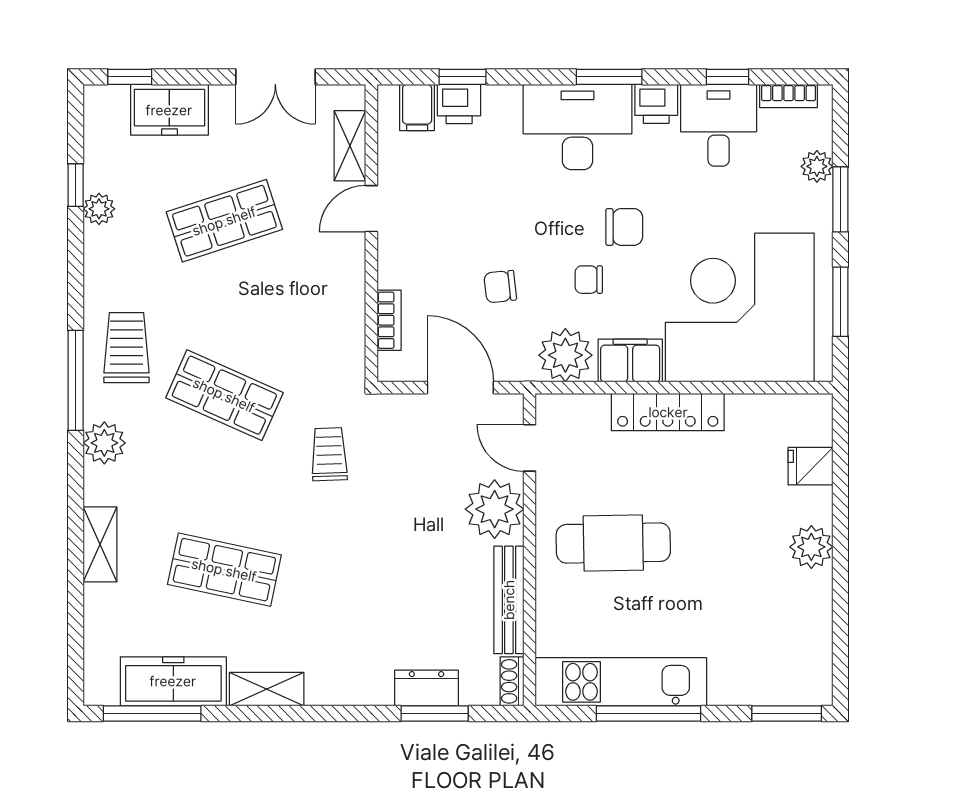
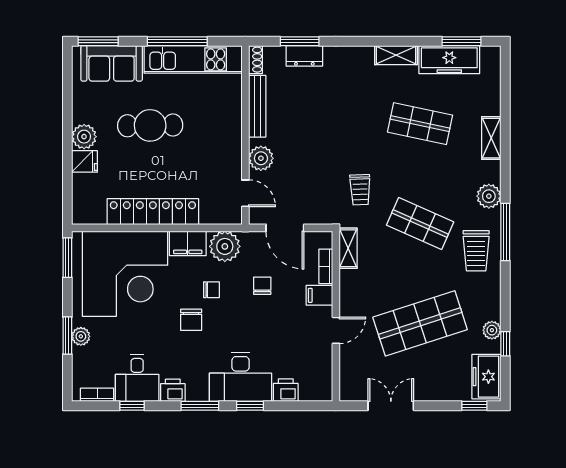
window: (462, 77) -> (250, 406), moved
filing cabinet: (417, 107) -> (319, 295), moved, turned -90
freezer: (169, 110) -> (486, 377), moved, turned -90
desk: (577, 127) -> (241, 377), moved
shelving: (350, 146) -> (348, 248), moved
plant: (817, 166) -> (81, 336), moved
shop shelf: (224, 221) -> (420, 323), width x1.43, depth x1.36
chair: (624, 227) -> (191, 320), turned -90
chair: (500, 287) -> (262, 286), turned -84
window: (840, 302) -> (67, 258), moved
locker: (668, 412) -> (153, 212), width x1.41, depth x1.21
fridge: (810, 466) -> (85, 161), moved
plant: (495, 509) -> (261, 158), width x0.73, depth x0.73
cafe table: (613, 543) -> (150, 125), moved
sofa: (763, 675) -> (112, 63), added
window: (152, 714) -> (461, 41), width x0.69

